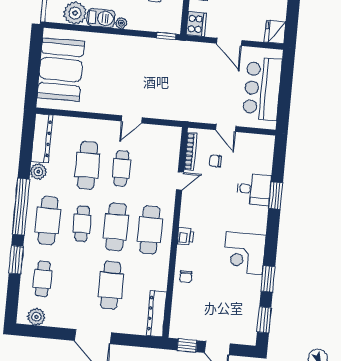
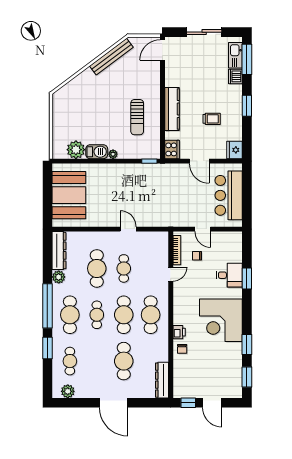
door: (132, 119) -> (128, 229), swing flipped
printer: (186, 236) -> (179, 332), moved
corner desk: (244, 253) -> (221, 320), width x1.36, depth x1.36

